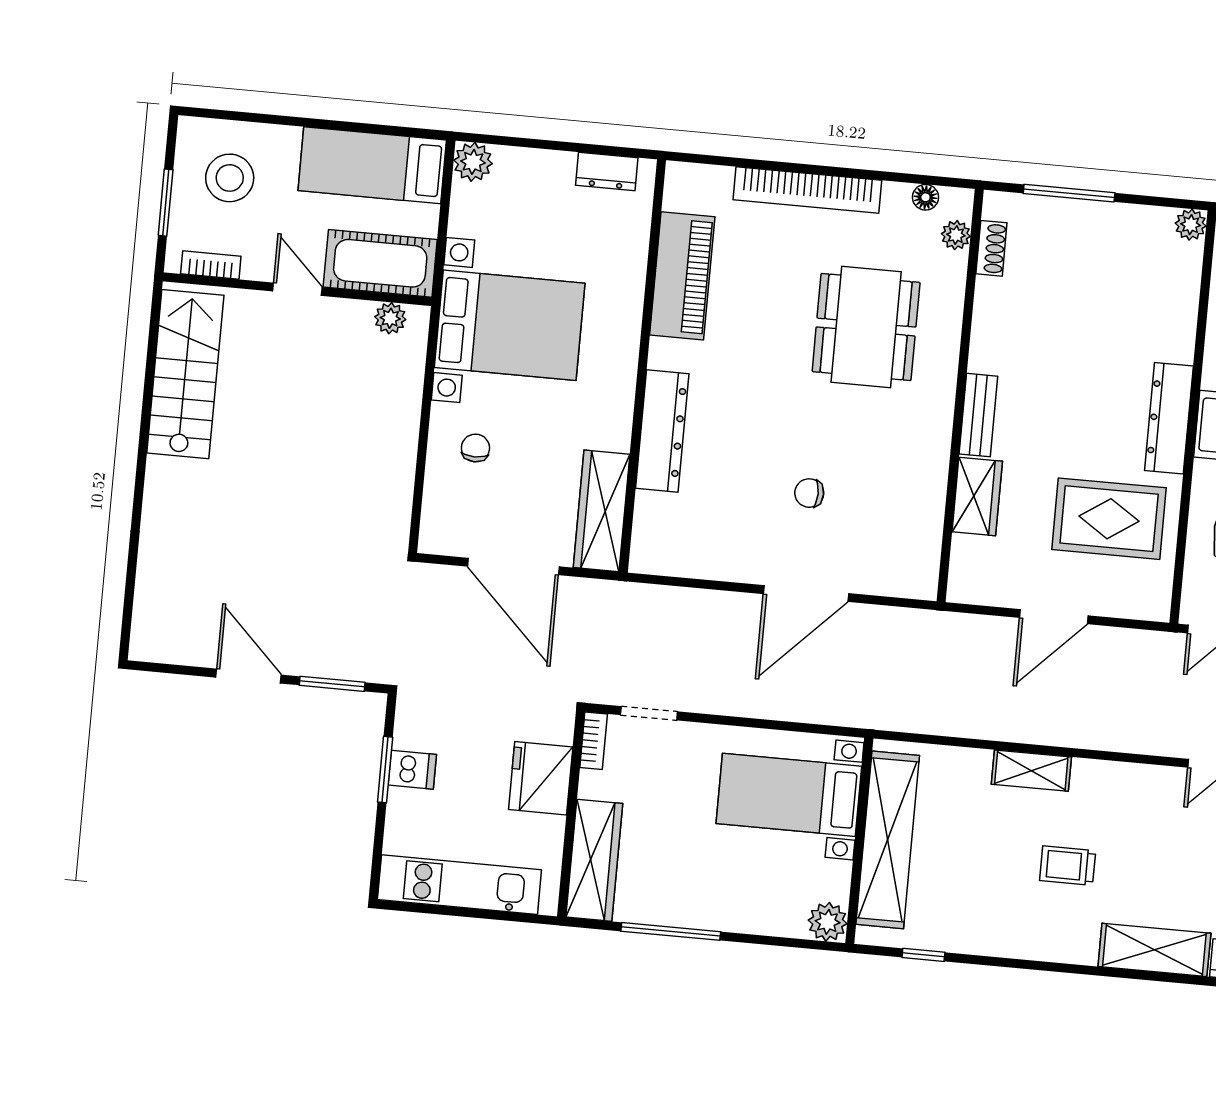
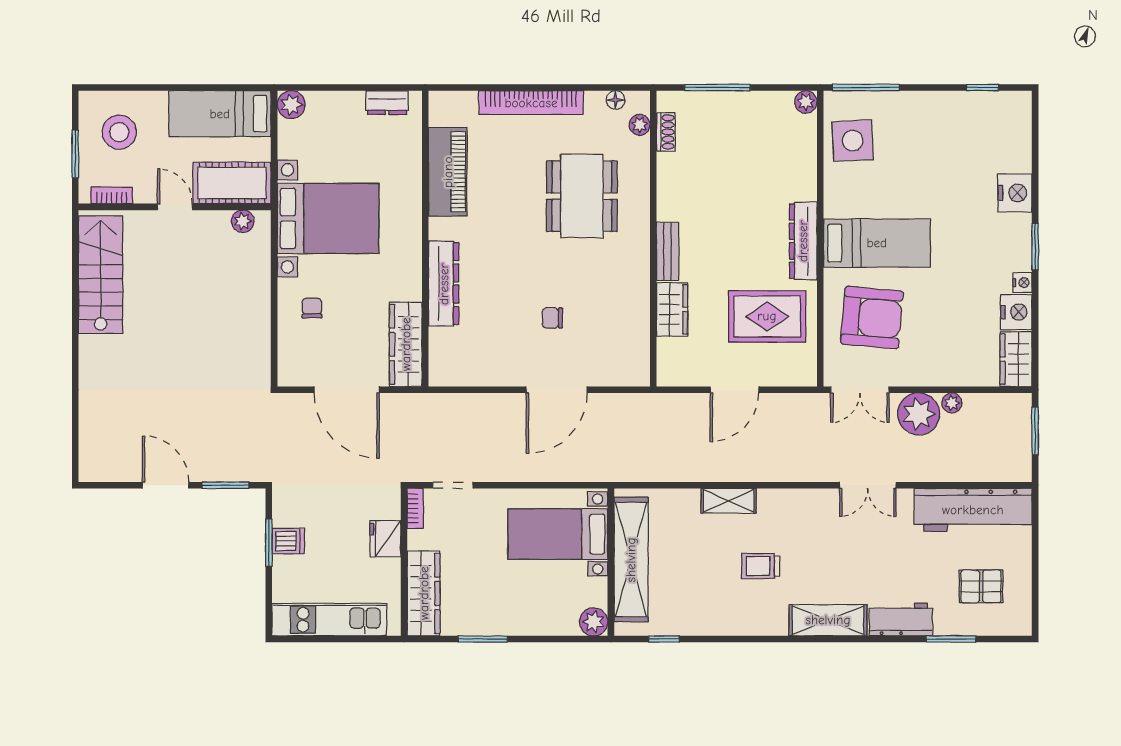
fridge: (541, 778) -> (385, 539), width x0.73, depth x0.75
window: (671, 931) -> (483, 639), width x0.69

